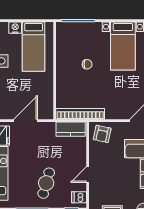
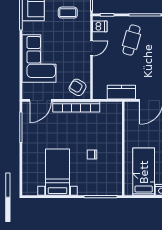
bookcase: (80, 114) -> (76, 107), moved
kitchen counter: (71, 129) -> (121, 92), moved
armchair: (102, 134) -> (78, 87), turned -71

